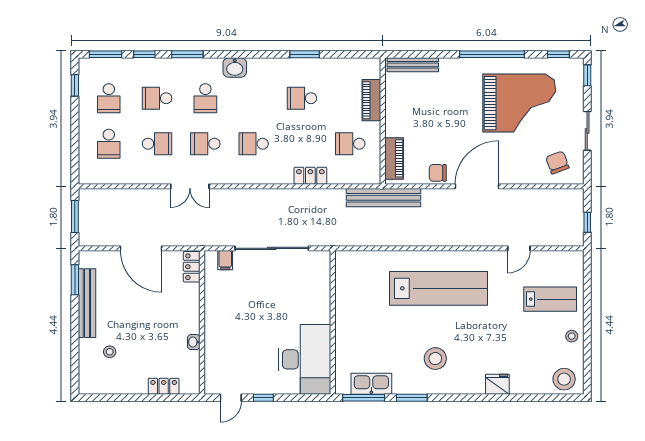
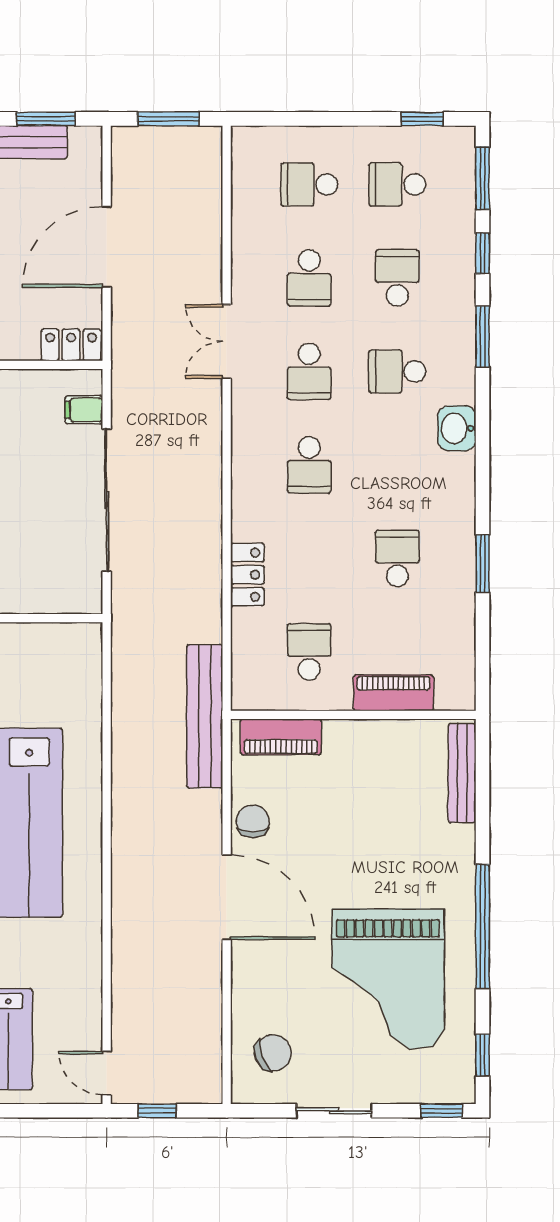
school desk: (205, 144) -> (309, 371), turned 180
school desk: (254, 144) -> (309, 465), turned 180
door: (519, 248) -> (107, 1073), moved

